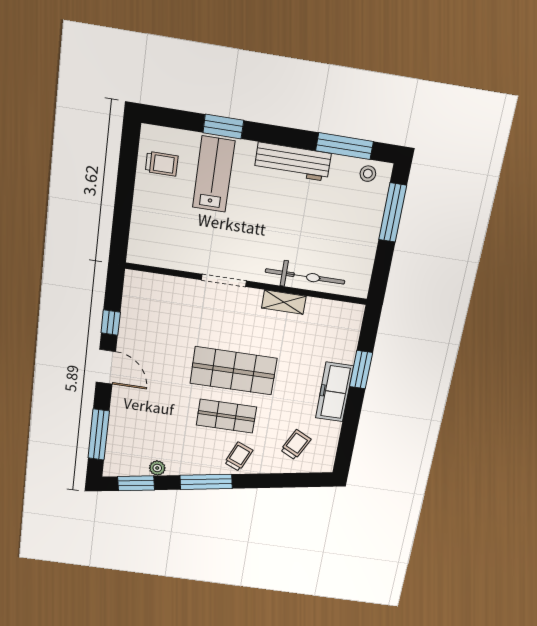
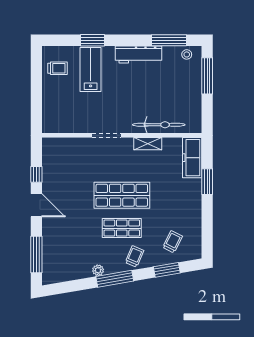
freezer: (334, 392) -> (192, 158), moved
plant: (157, 468) -> (98, 270), moved
window: (136, 483) -> (167, 270), moved

